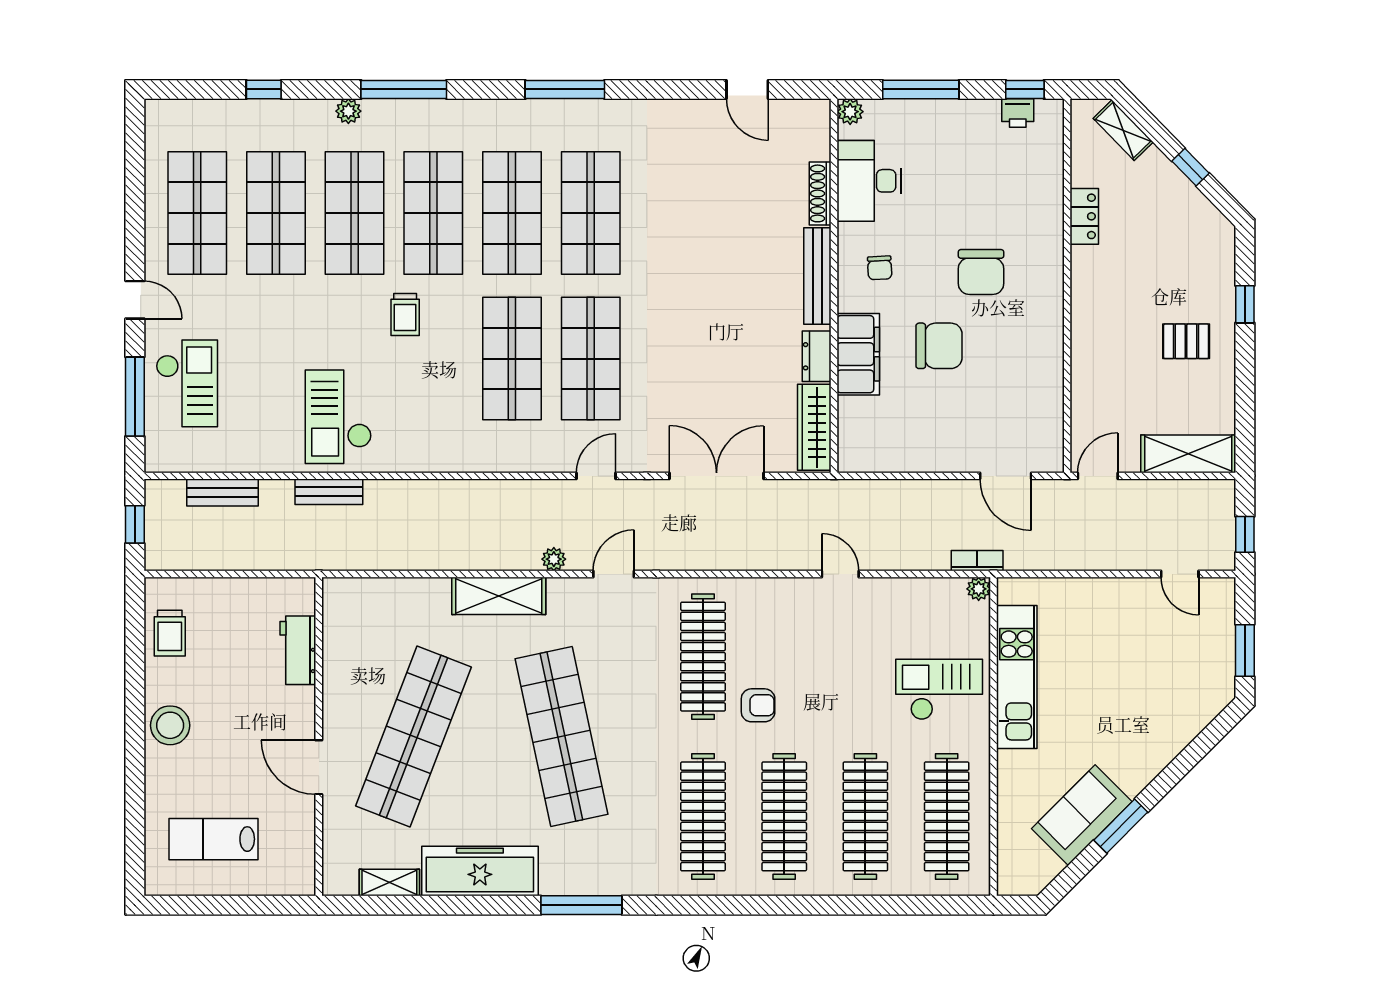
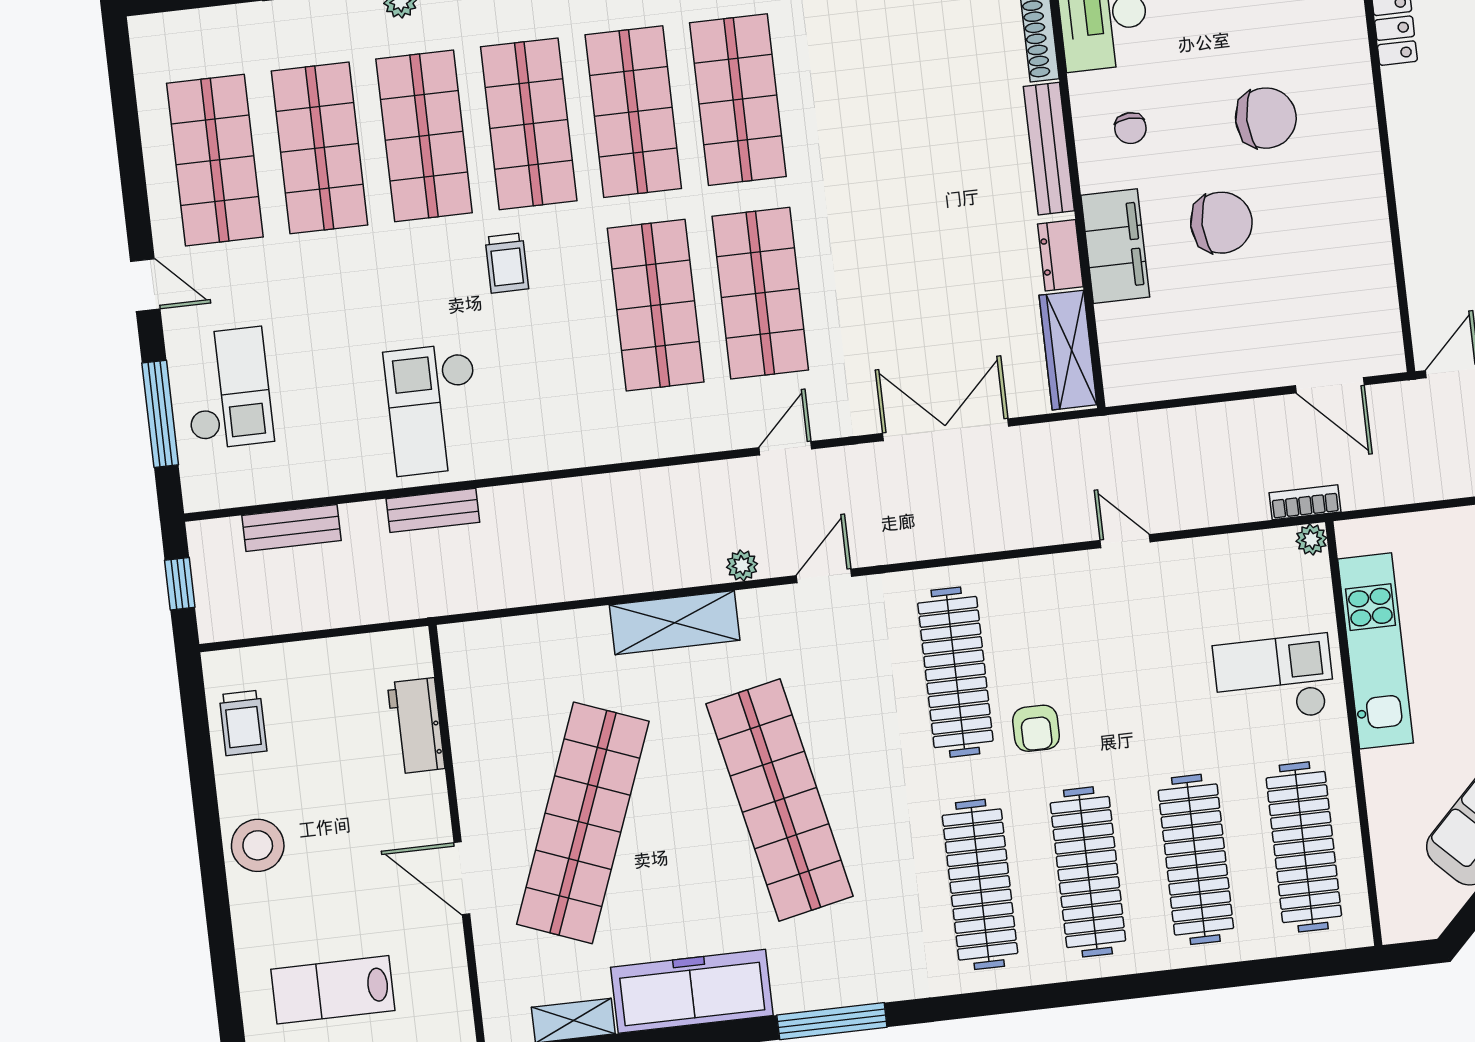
chair: (981, 272) -> (1266, 118), turned -90
armchair: (758, 705) -> (1036, 728), turned 90

